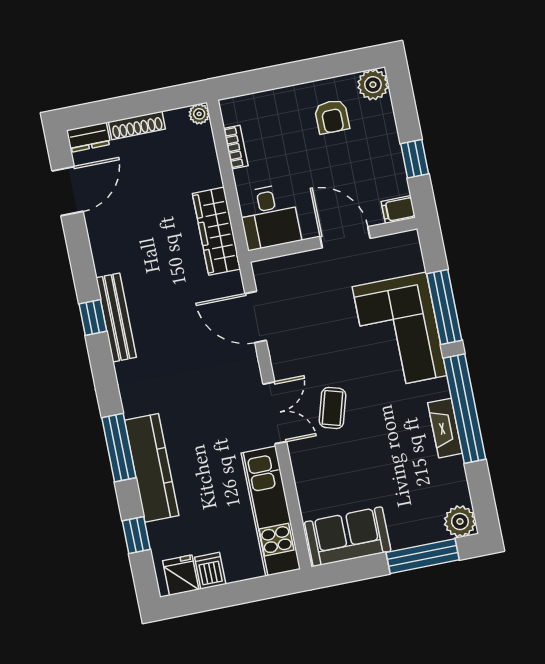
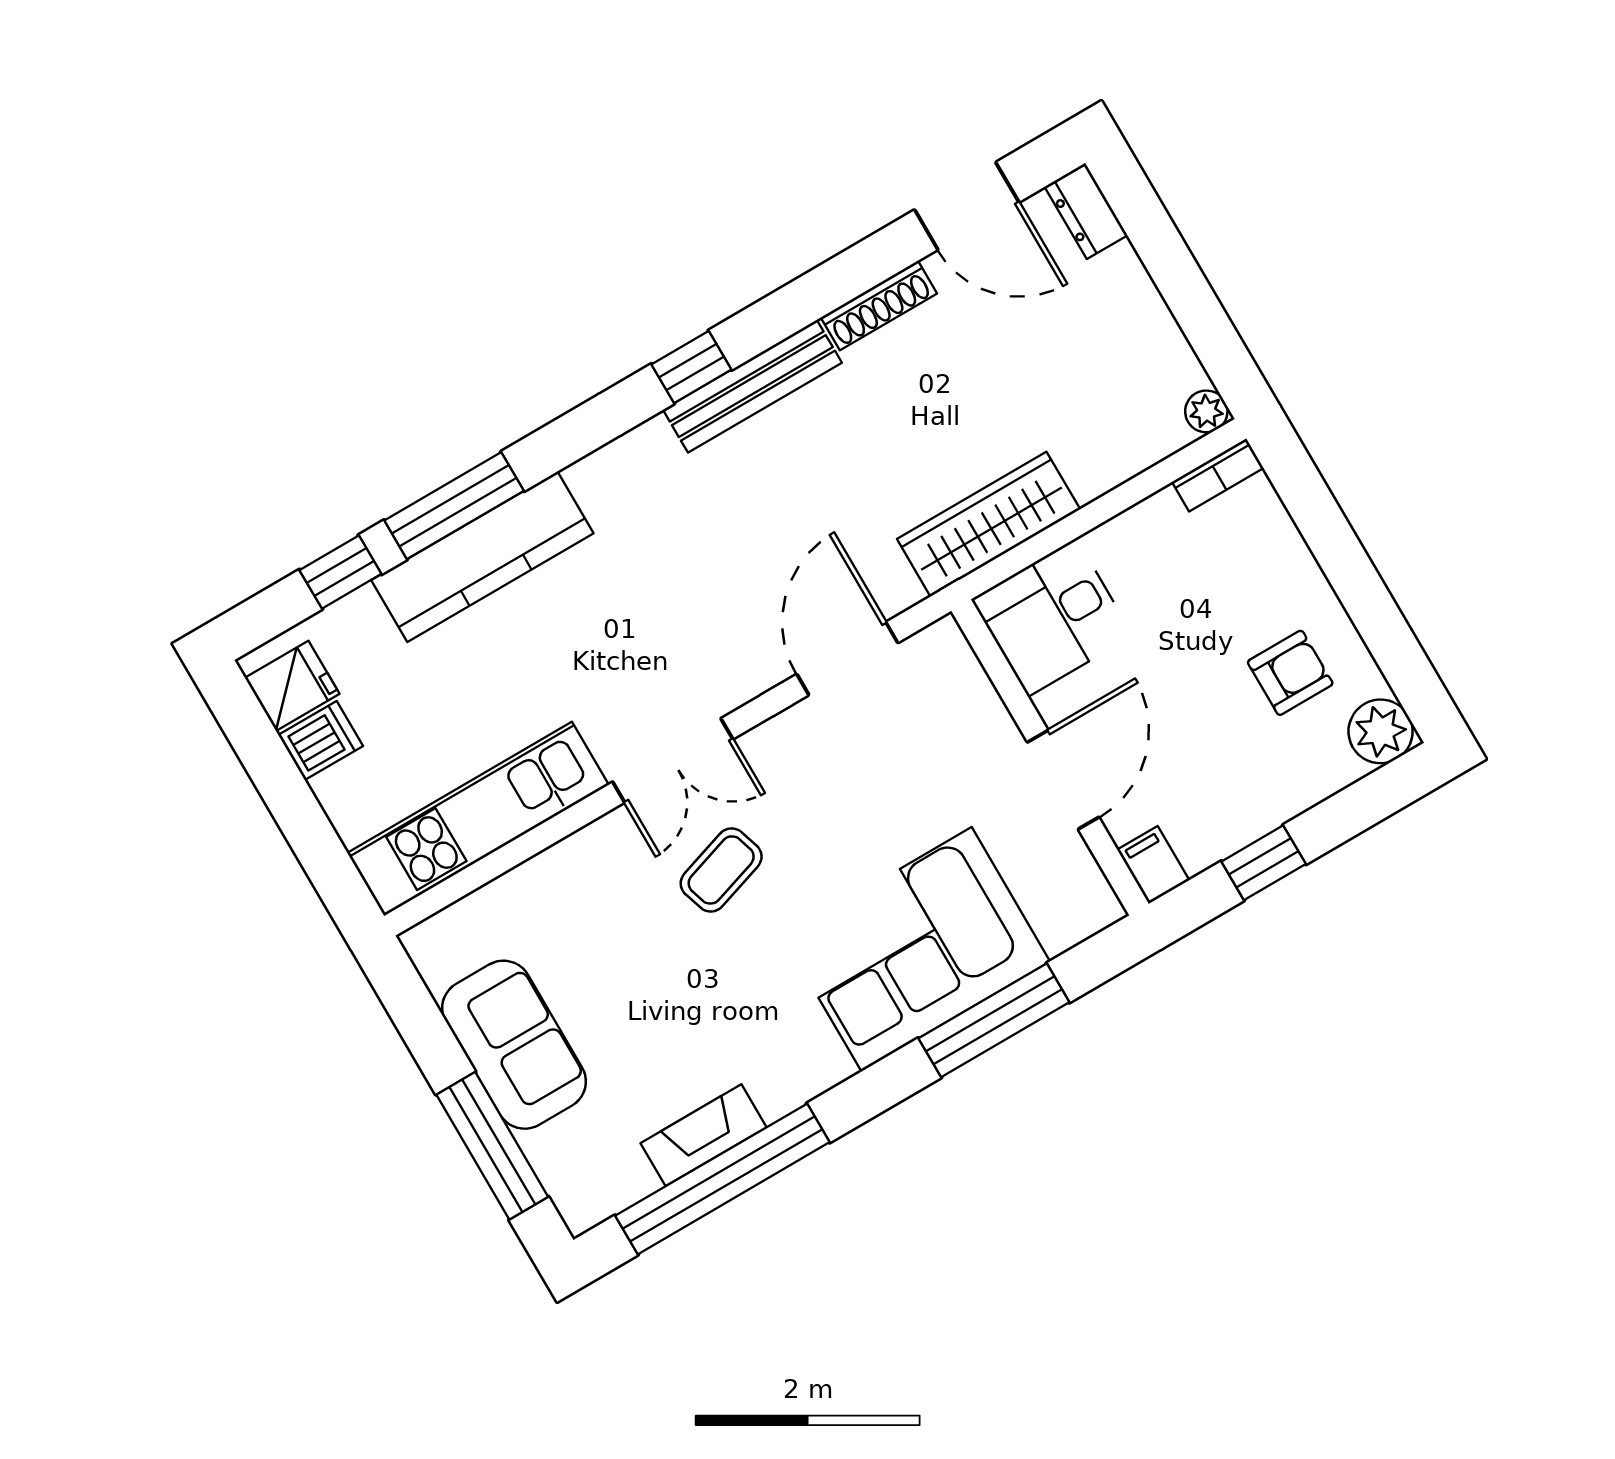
armchair: (332, 117) -> (1290, 673), turned 180
shoe rack: (137, 125) -> (879, 306), moved, turned -90
bookcase: (236, 147) -> (1218, 475), moved
window: (93, 317) -> (691, 367), moved
coffee table: (333, 408) -> (721, 870), turned -34
window: (465, 409) -> (722, 1179), moved
fireplace: (445, 428) -> (703, 1135), moved
window: (119, 448) -> (454, 506), moved
plant: (460, 521) -> (585, 1196), removed
sofa: (348, 537) -> (514, 1045), moved

